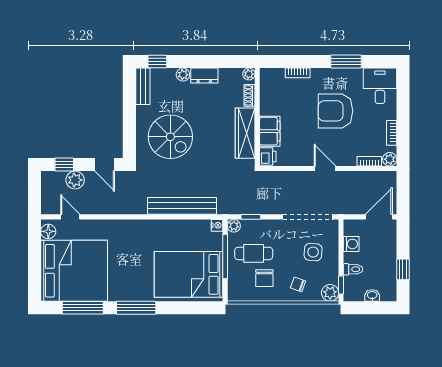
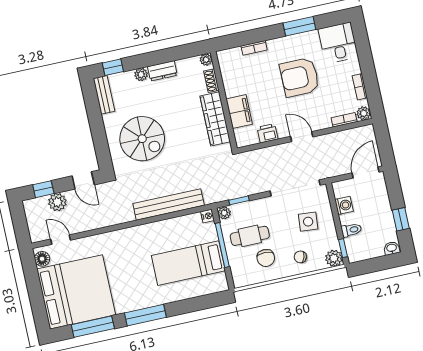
printer: (268, 156) -> (267, 133), moved, turned -90
bed: (189, 274) -> (188, 263), width x0.67
washbasin: (372, 295) -> (392, 248), moved

